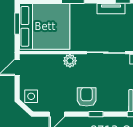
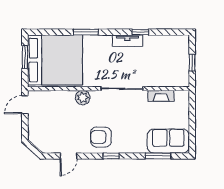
side table: (31, 96) -> (40, 136), removed
armchair: (87, 97) -> (101, 137), turned -90

